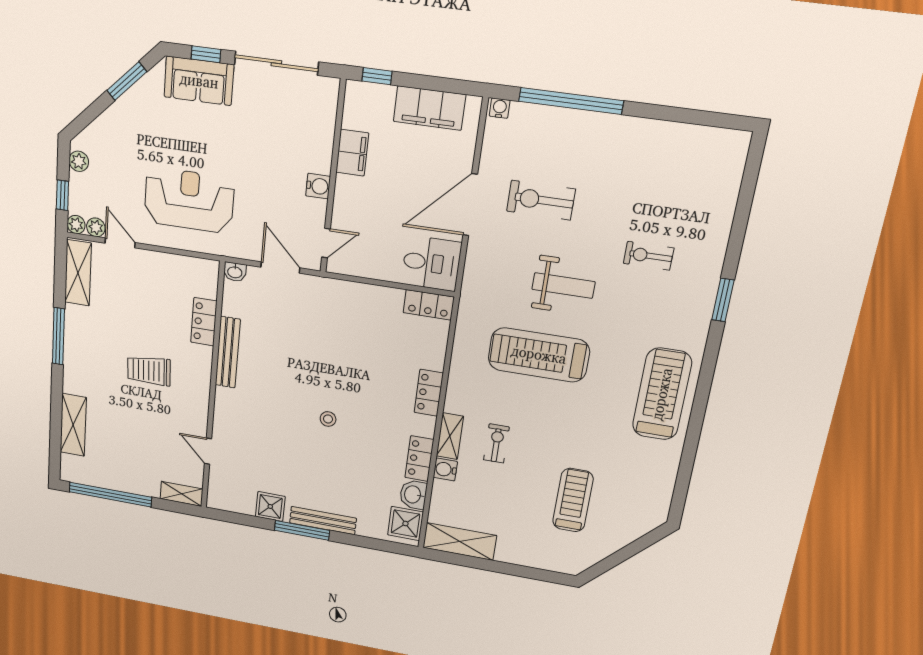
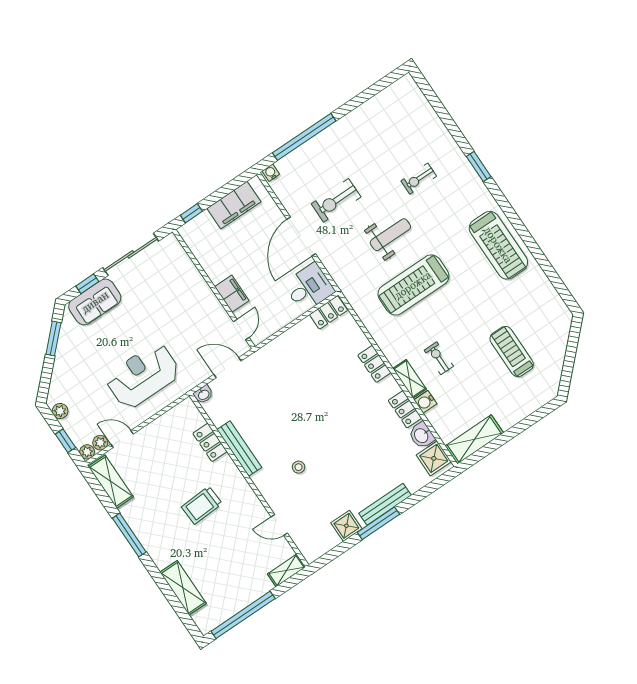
filing cabinet: (352, 153) -> (232, 294), moved
water cooler: (318, 186) -> (210, 301), removed
treadmill: (662, 394) -> (498, 245), turned 180
stool: (328, 419) -> (299, 467), moved

